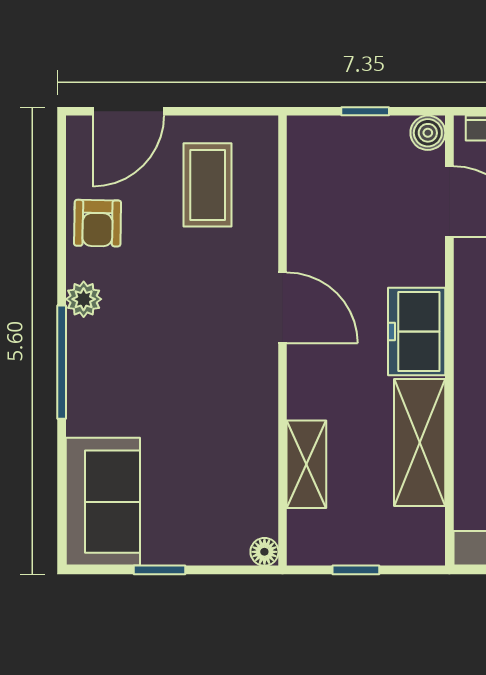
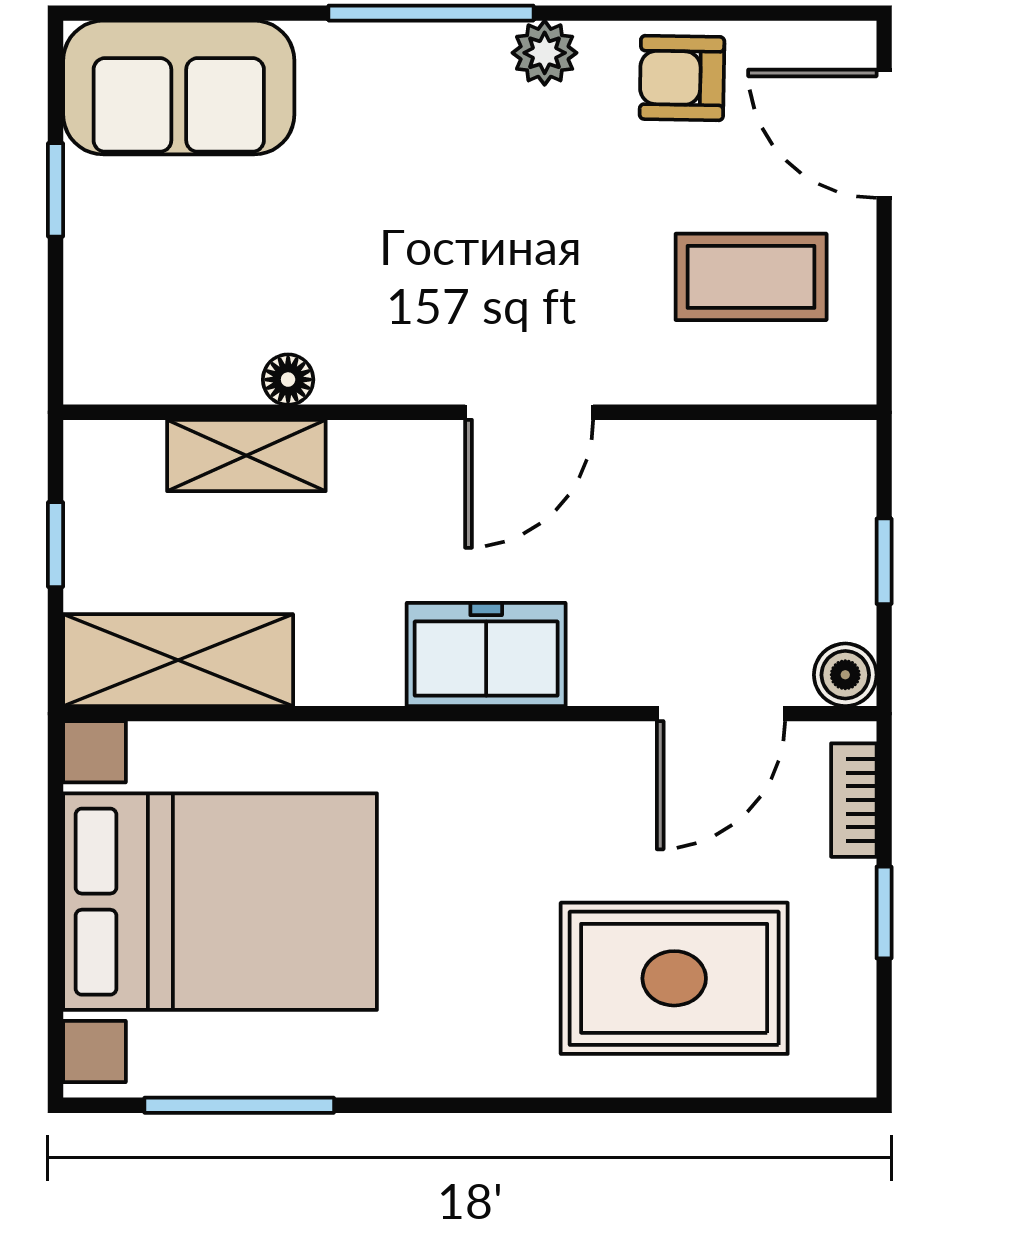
shelving: (420, 442) -> (178, 660), moved
floor lamp: (264, 552) -> (288, 380), moved

